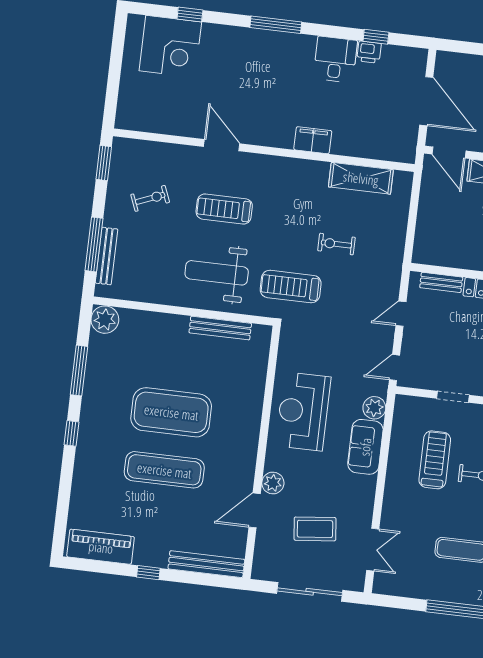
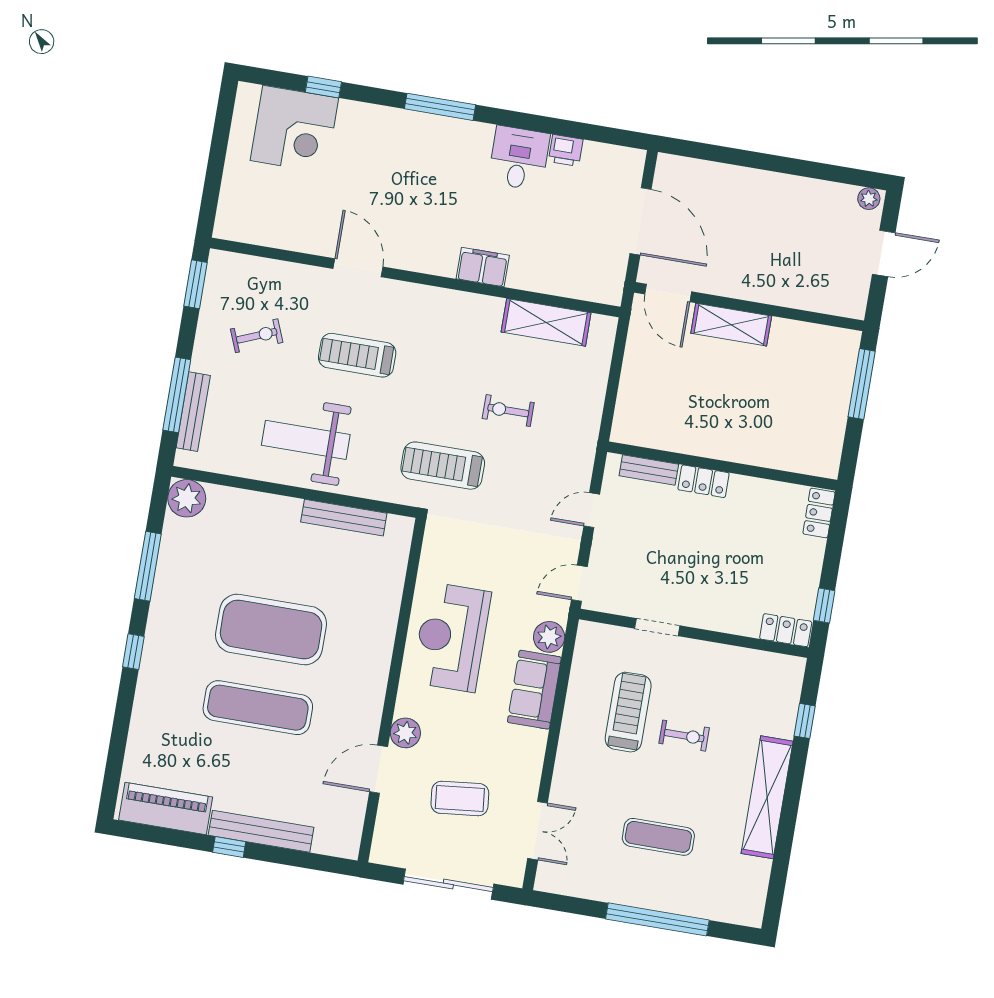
window: (376, 37) -> (576, 130), removed
weight bench: (217, 273) -> (306, 440), moved
bench: (206, 564) -> (261, 831), moved

